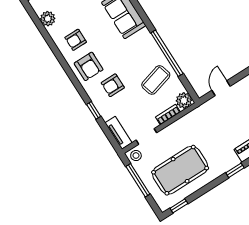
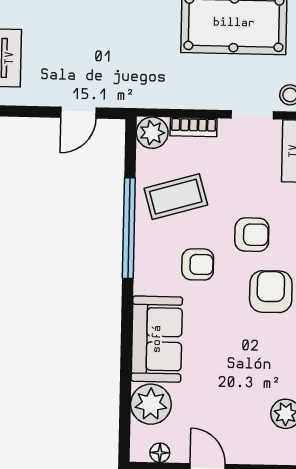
armchair: (76, 40) -> (198, 264), moved

